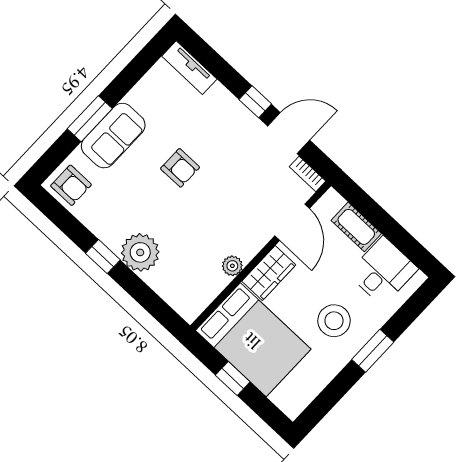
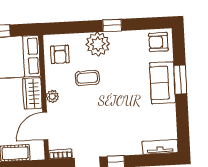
armchair: (180, 168) -> (60, 54), moved, turned -90
door: (292, 222) -> (45, 126), hinge flipped
coffee table: (191, 227) -> (87, 78), added
plant: (232, 266) -> (52, 96), moved

